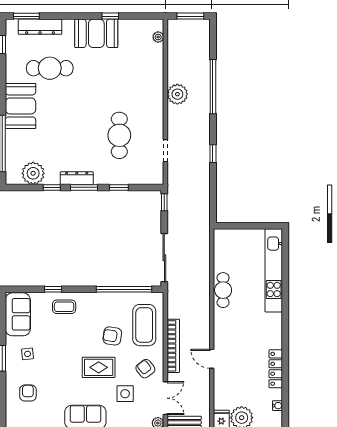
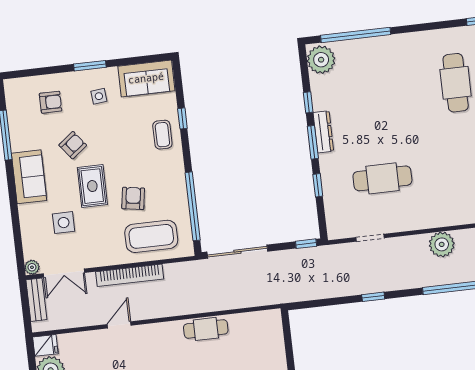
booth: (20, 106) -> (405, 52), removed
plant: (33, 173) -> (321, 60), moved
armchair: (145, 369) -> (73, 145), moved

